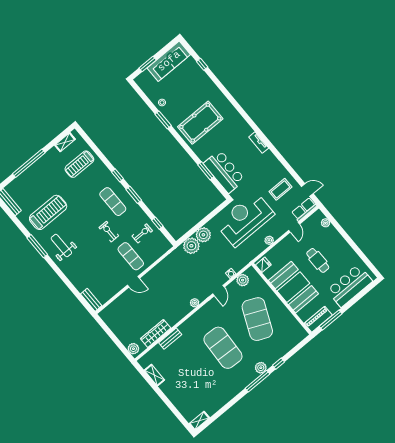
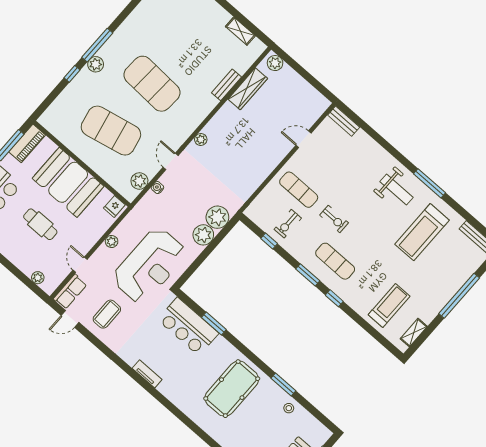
door: (133, 282) -> (304, 139), moved
exercise mat: (257, 319) -> (111, 131), turned -36

